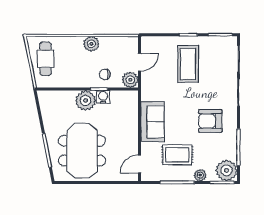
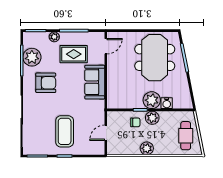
plant: (130, 80) -> (152, 118), moved
water cooler: (103, 97) -> (167, 103), moved
plant: (226, 170) -> (32, 57), moved

